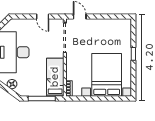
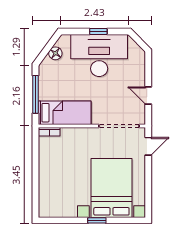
door: (43, 17) -> (148, 95), hinge flipped
bed with nightstands: (107, 75) -> (111, 188), moved, turned -90

